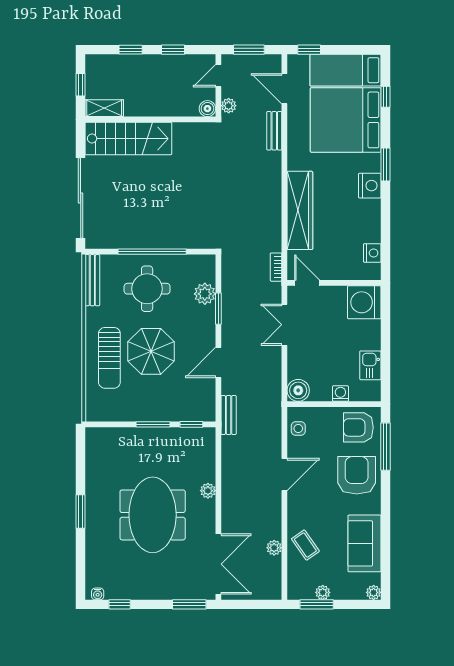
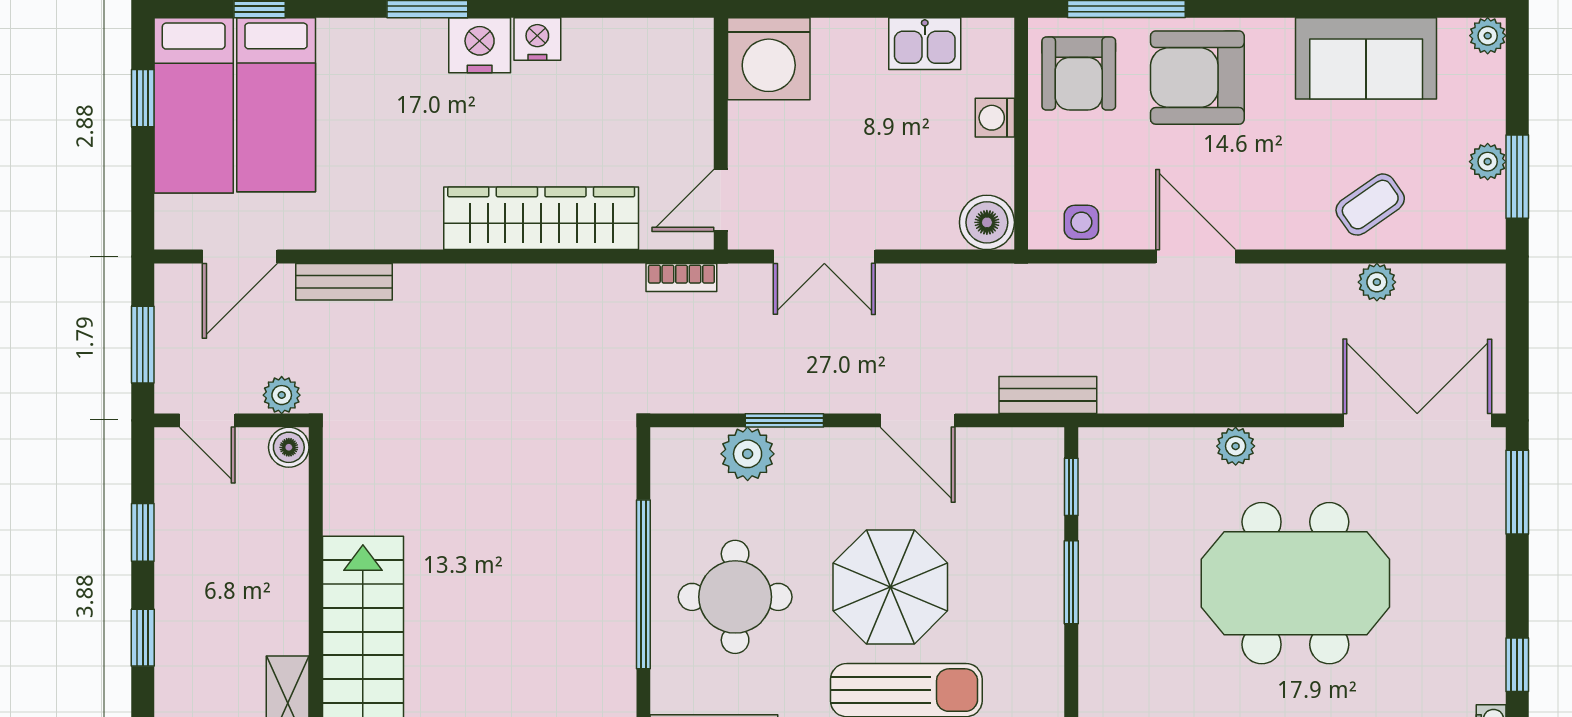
window: (309, 50) -> (143, 98), moved
bed: (346, 120) -> (276, 105), width x0.49
nightstand: (372, 253) -> (537, 39), moved

